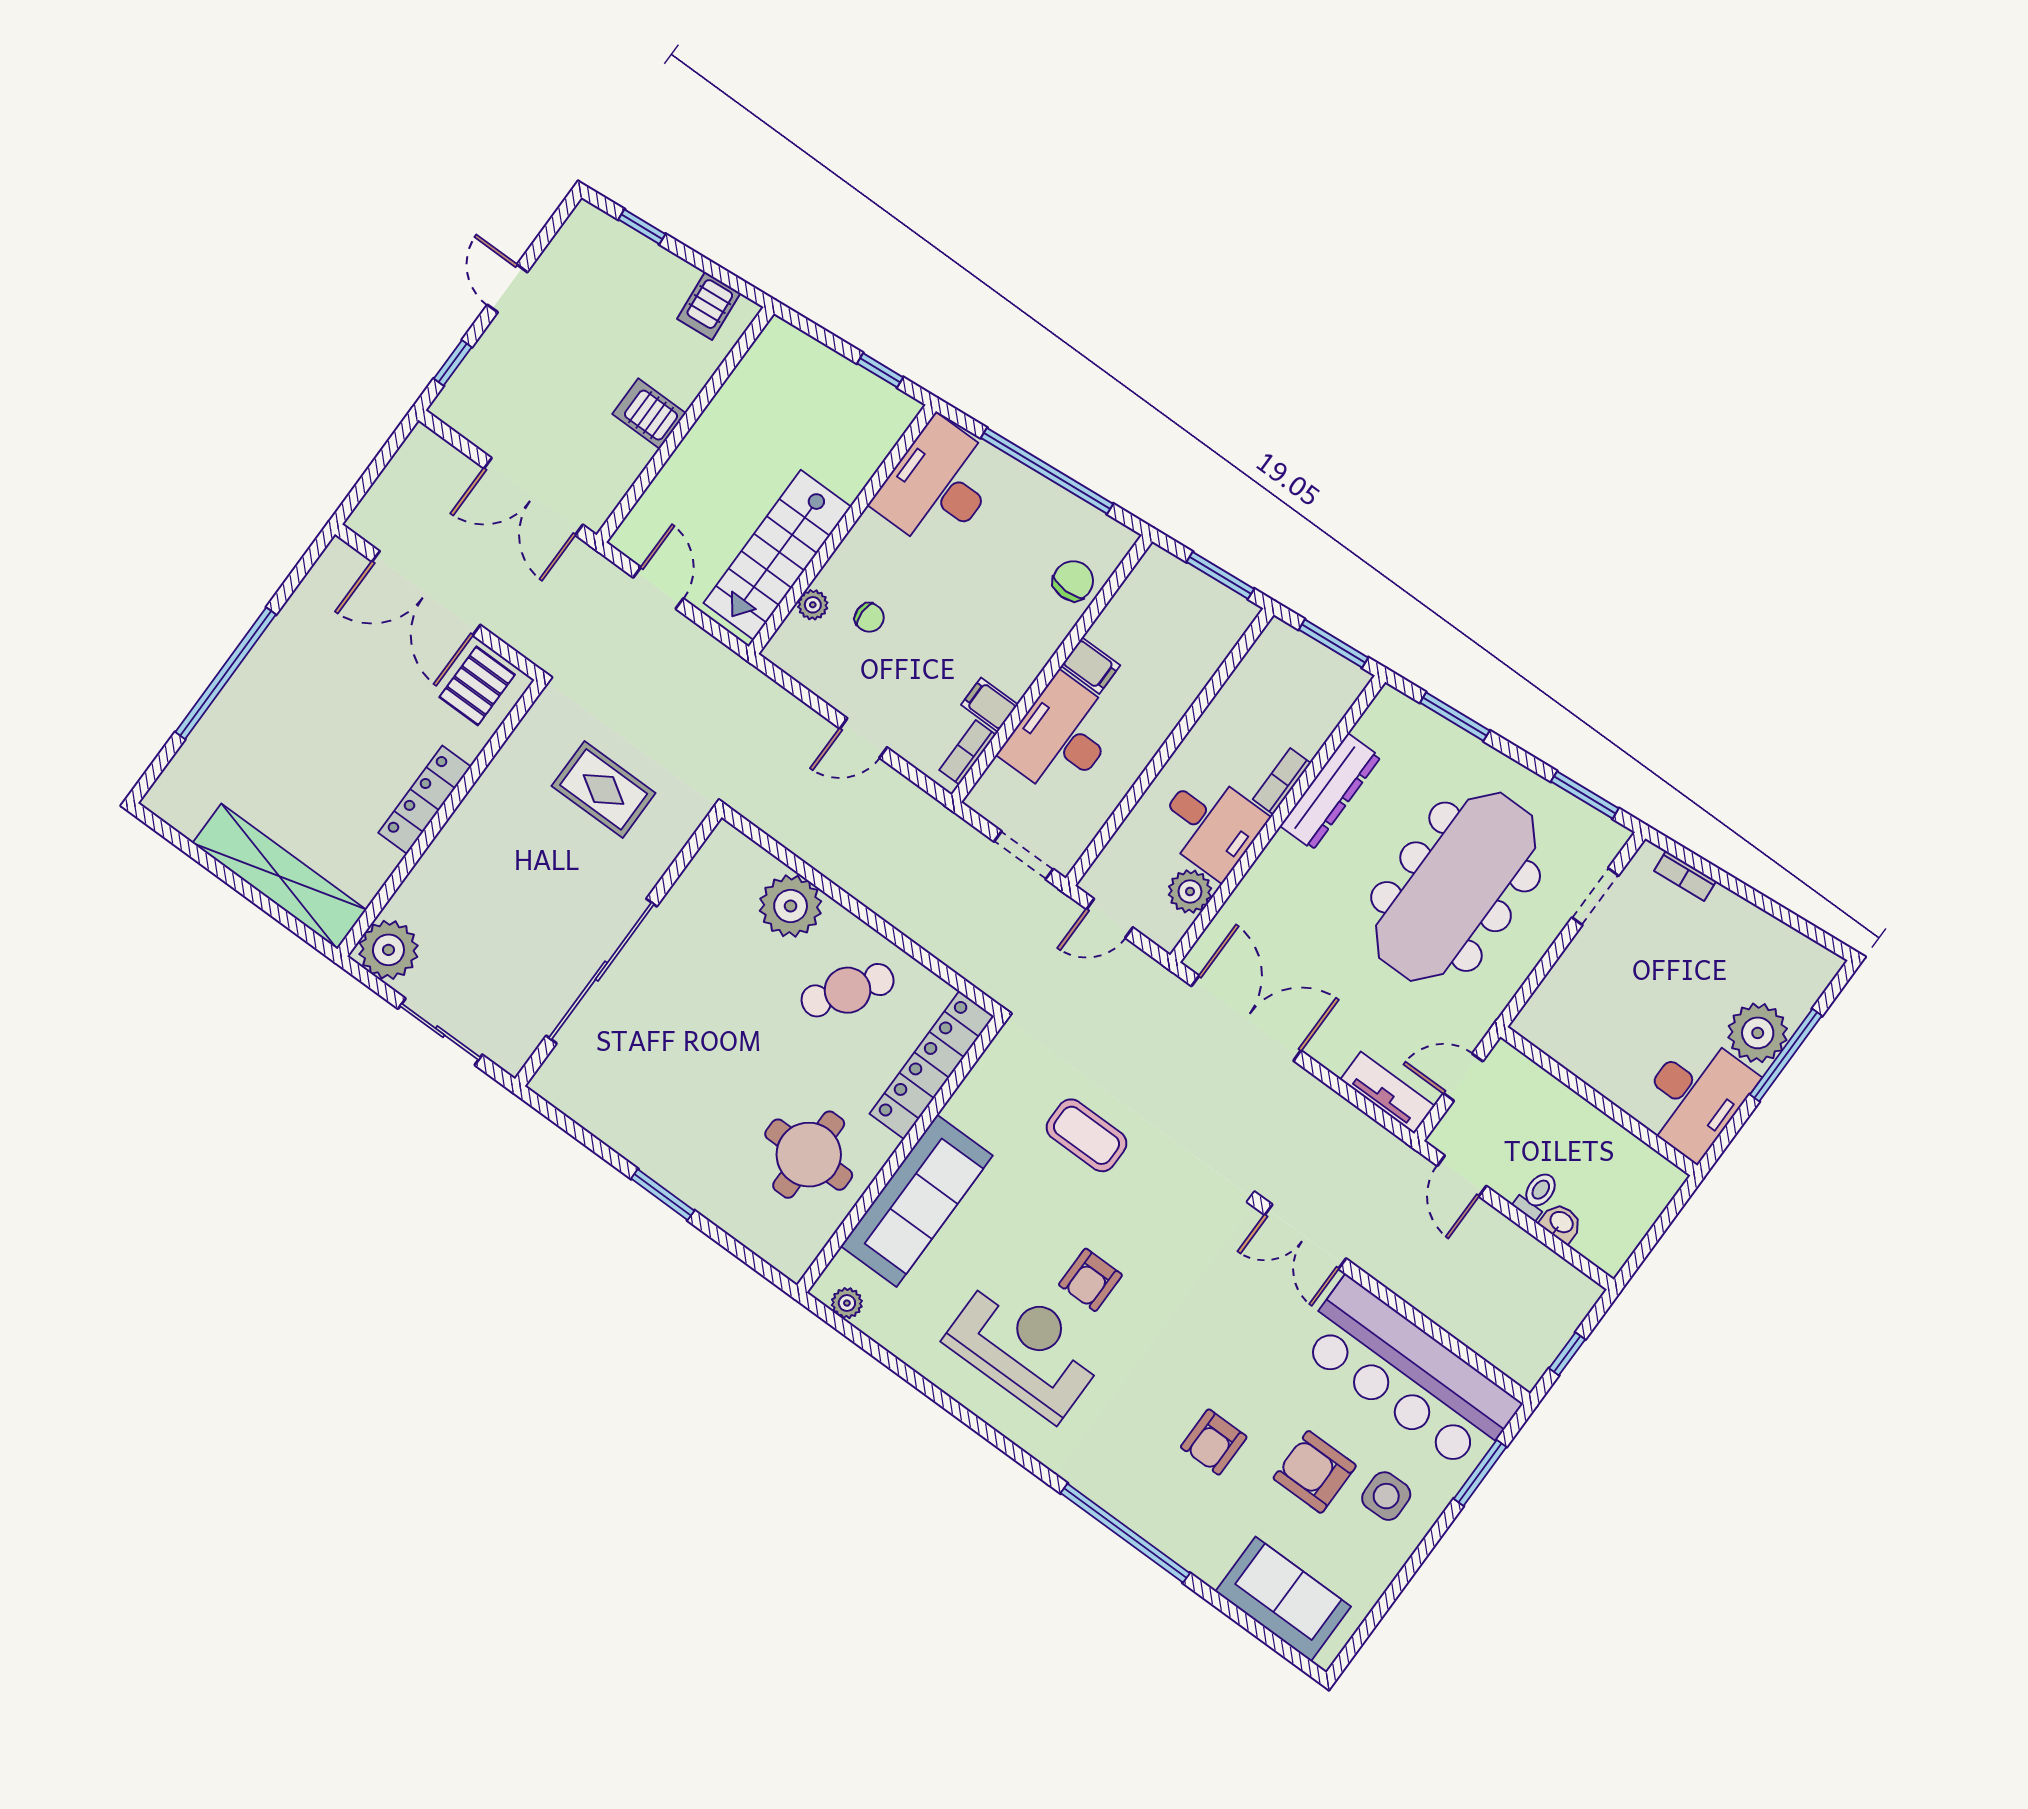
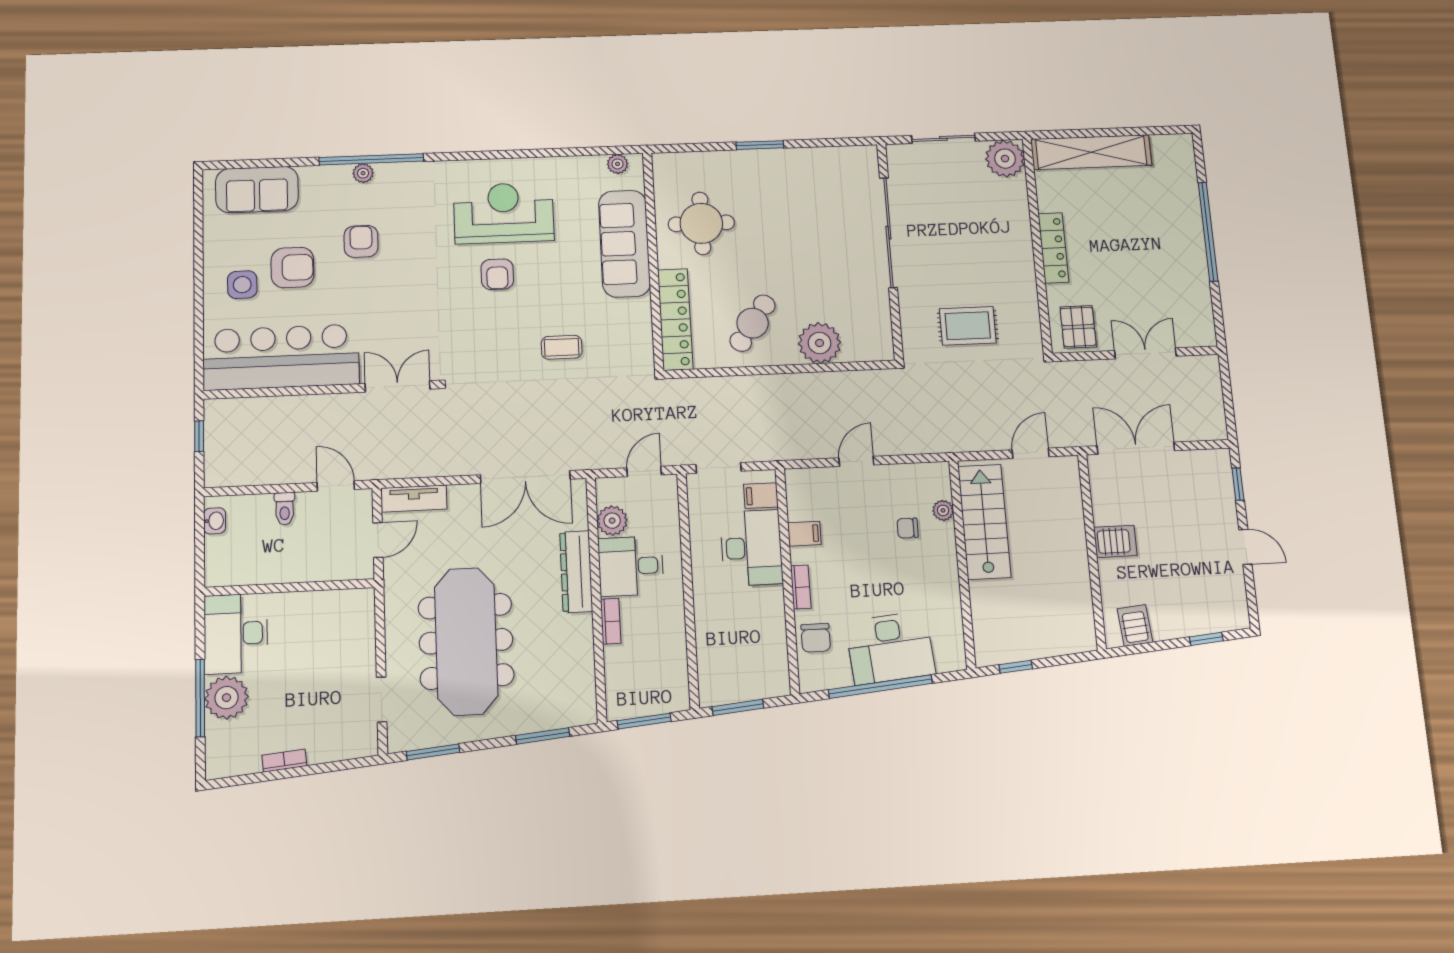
desk: (938, 485) -> (890, 648), moved, turned 85
door: (658, 588) -> (1031, 453), swing flipped
double door: (426, 593) -> (1145, 353), width x0.73
filing cabinet: (1091, 666) -> (761, 496), moved
bookcase: (968, 752) -> (801, 587), moved
dresser: (1330, 791) -> (576, 572), moved
bookcase: (1685, 876) -> (284, 761), moved
coffee table: (1087, 1135) -> (562, 347), width x0.73, depth x0.77
washbasin: (1561, 1223) -> (215, 521), moved, turned -90
armchair: (1090, 1280) -> (497, 274), turned 180
reception desk: (1025, 1348) -> (504, 213), turned 180
window: (1480, 1473) -> (199, 336), removed
plant: (1148, 1524) -> (363, 173), added

